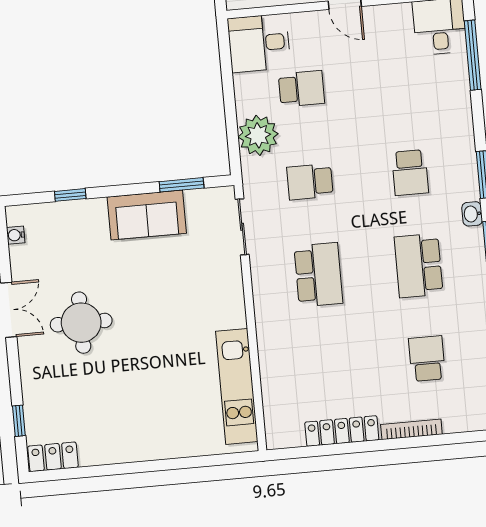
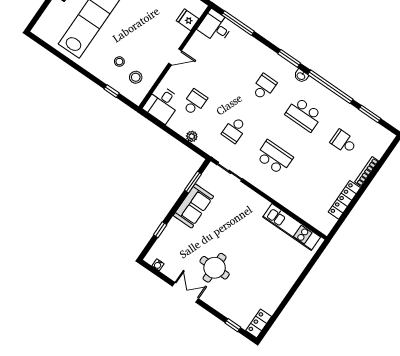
plant: (258, 135) -> (192, 136), width x0.53, depth x0.53
school desk: (410, 173) -> (264, 87), turned -90

